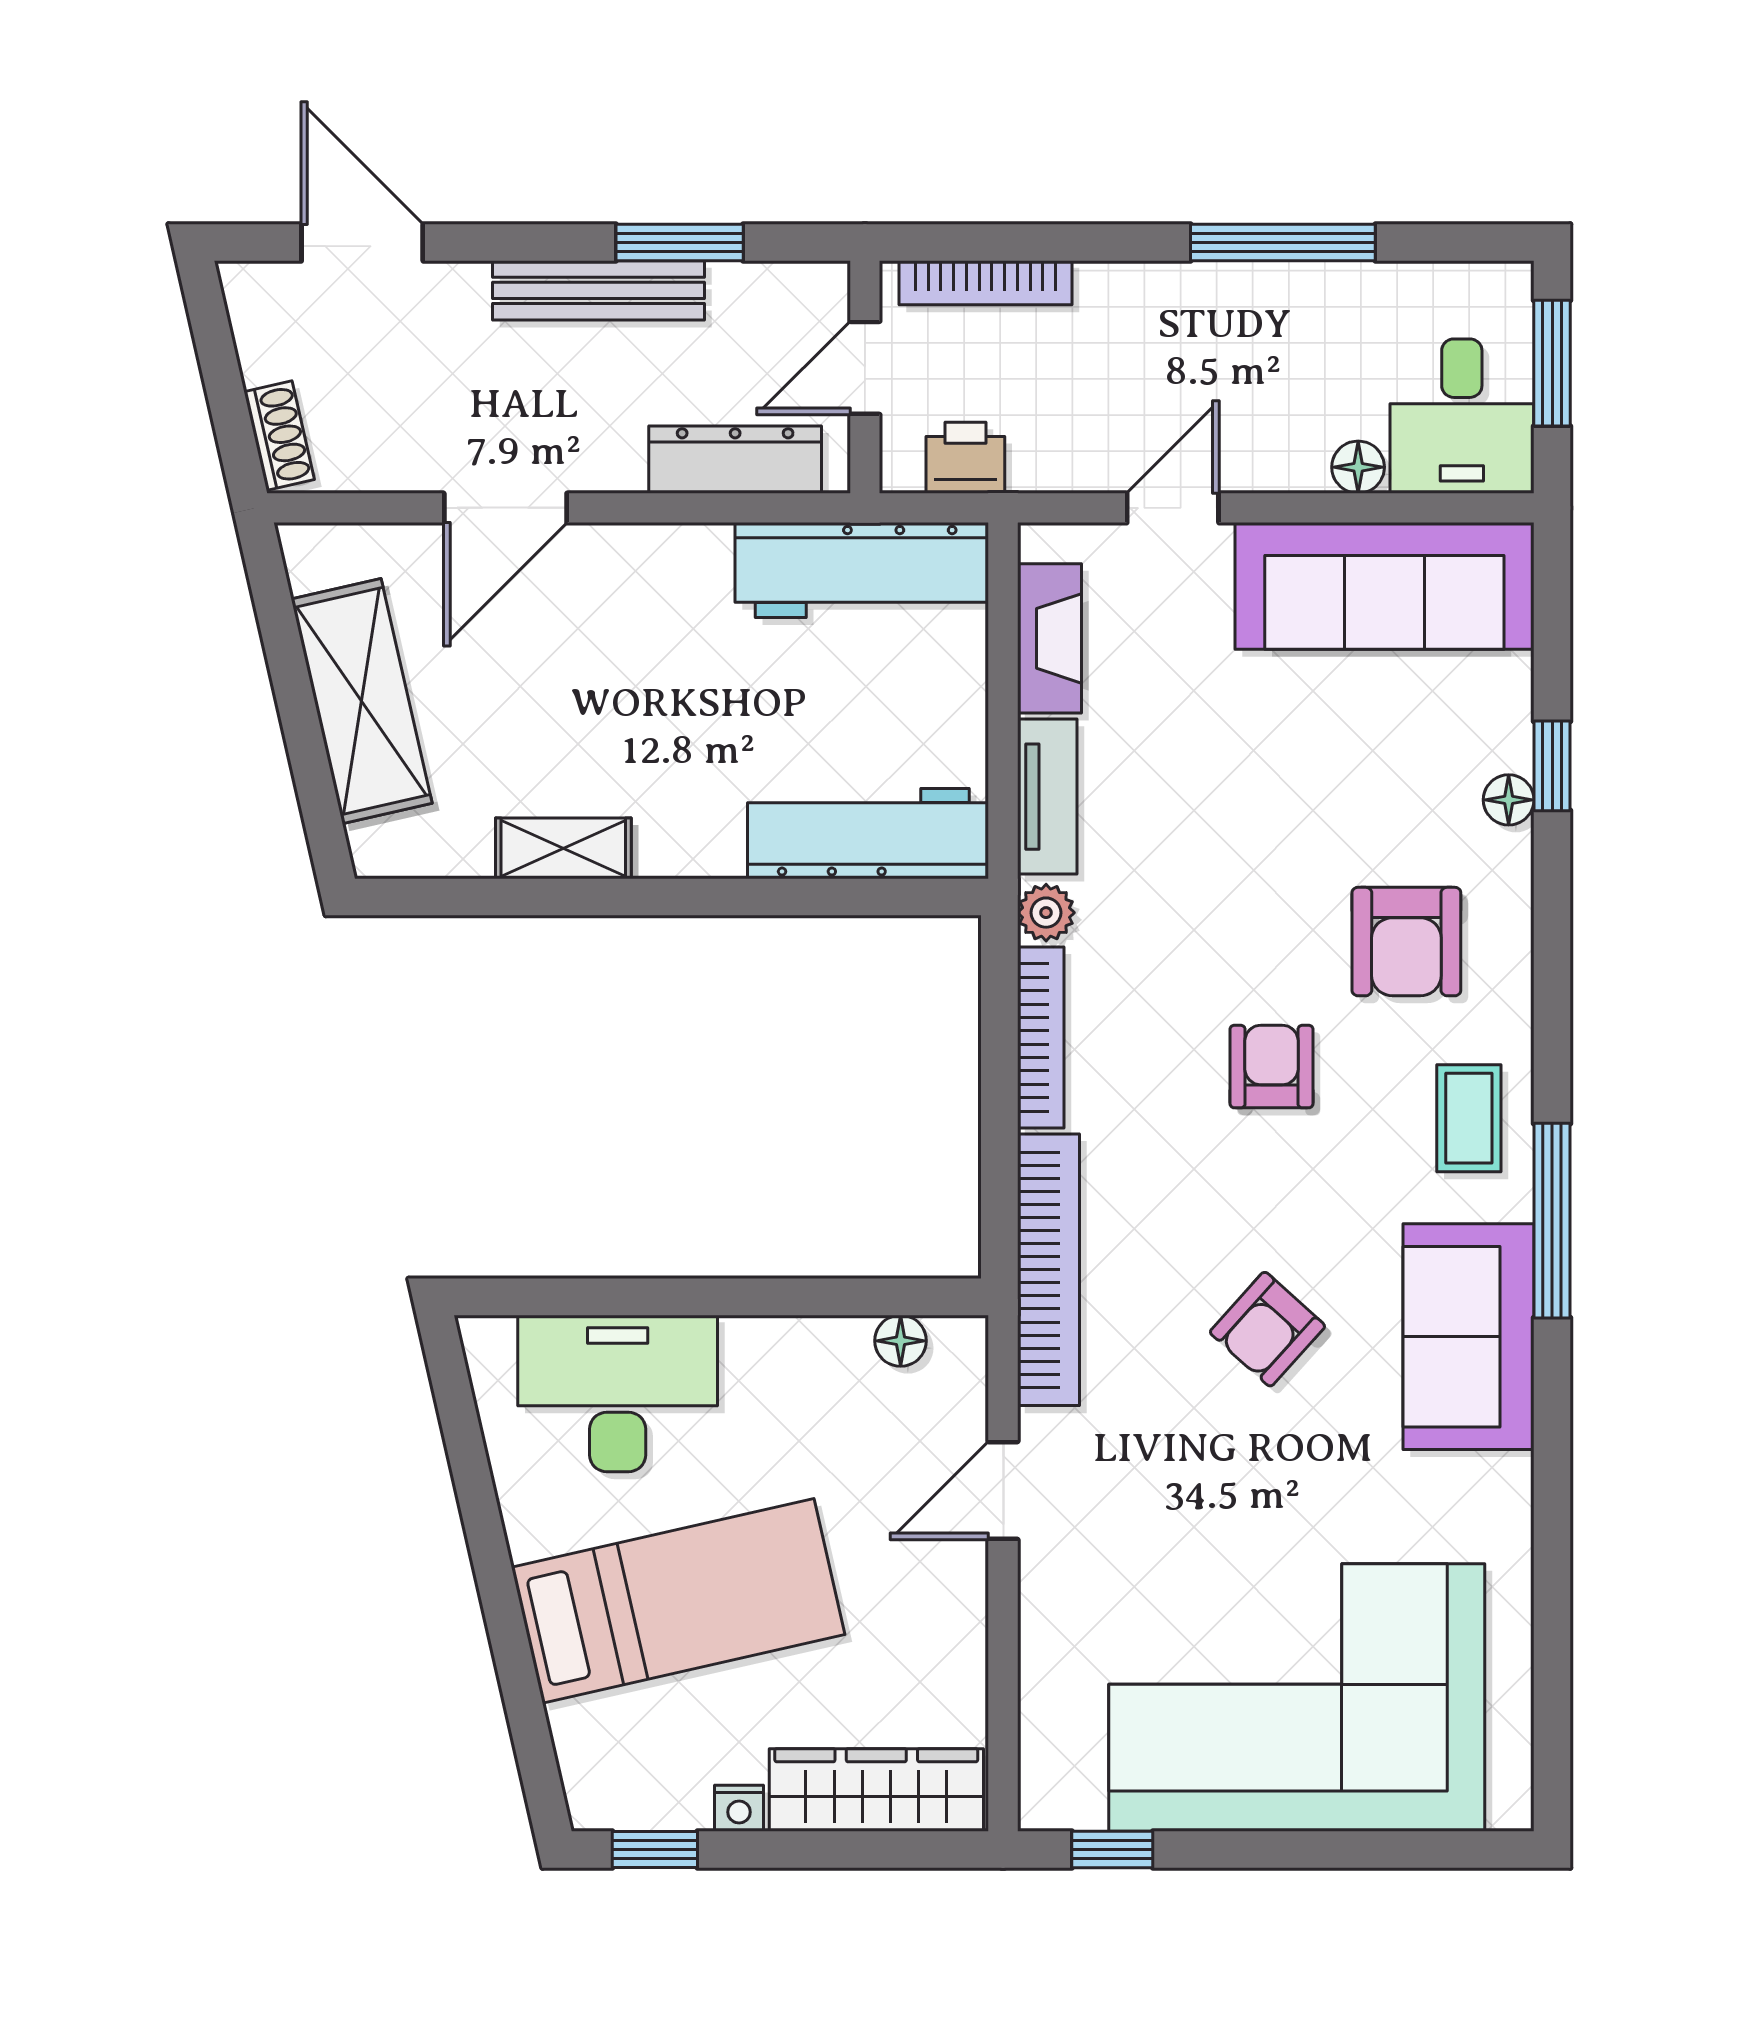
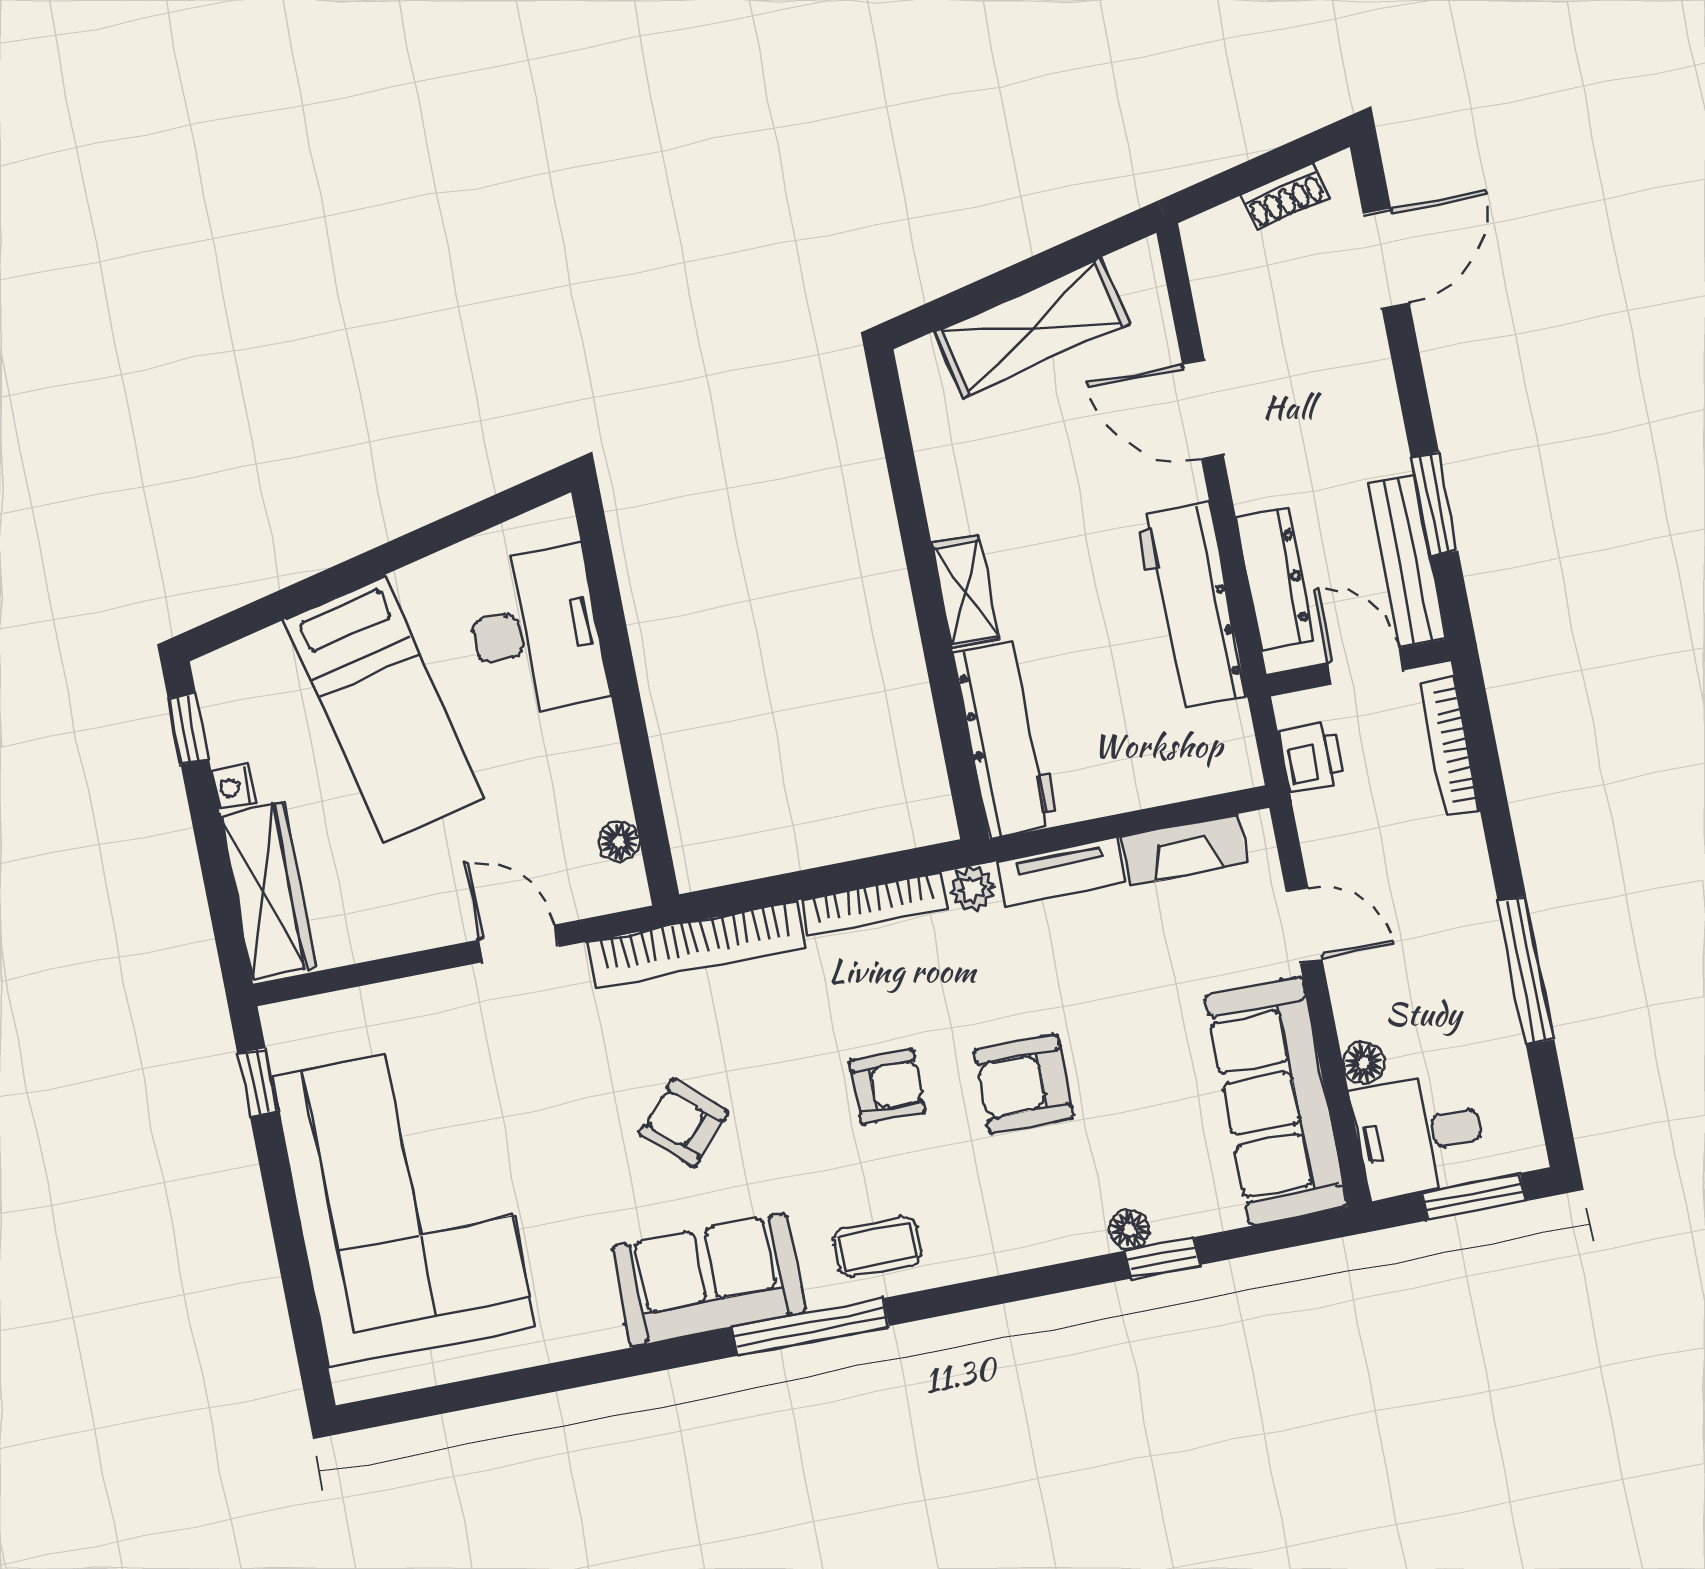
bench: (598, 290) -> (1407, 561), moved
shoe rack: (279, 436) -> (1285, 197), moved
workbench: (862, 570) -> (1192, 606), moved
shelving: (563, 848) -> (965, 591), moved
armchair: (1406, 942) -> (1023, 1084), moved

